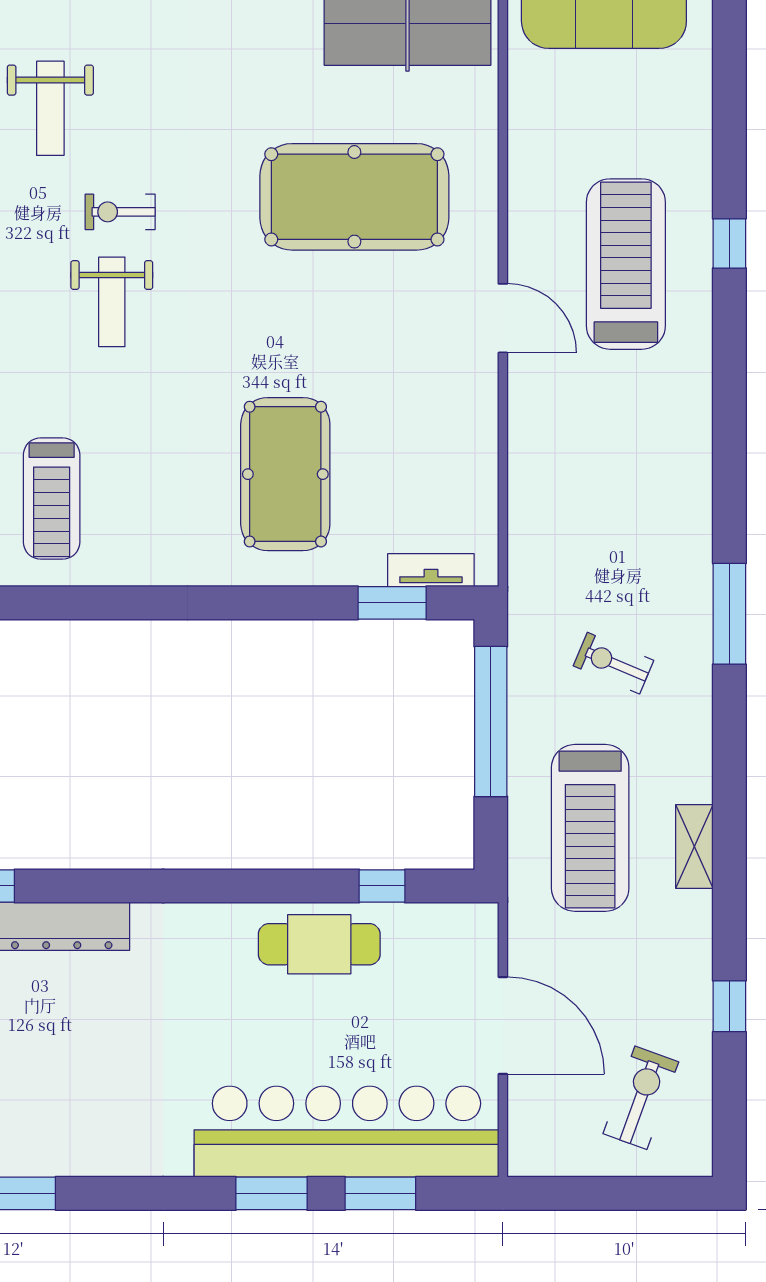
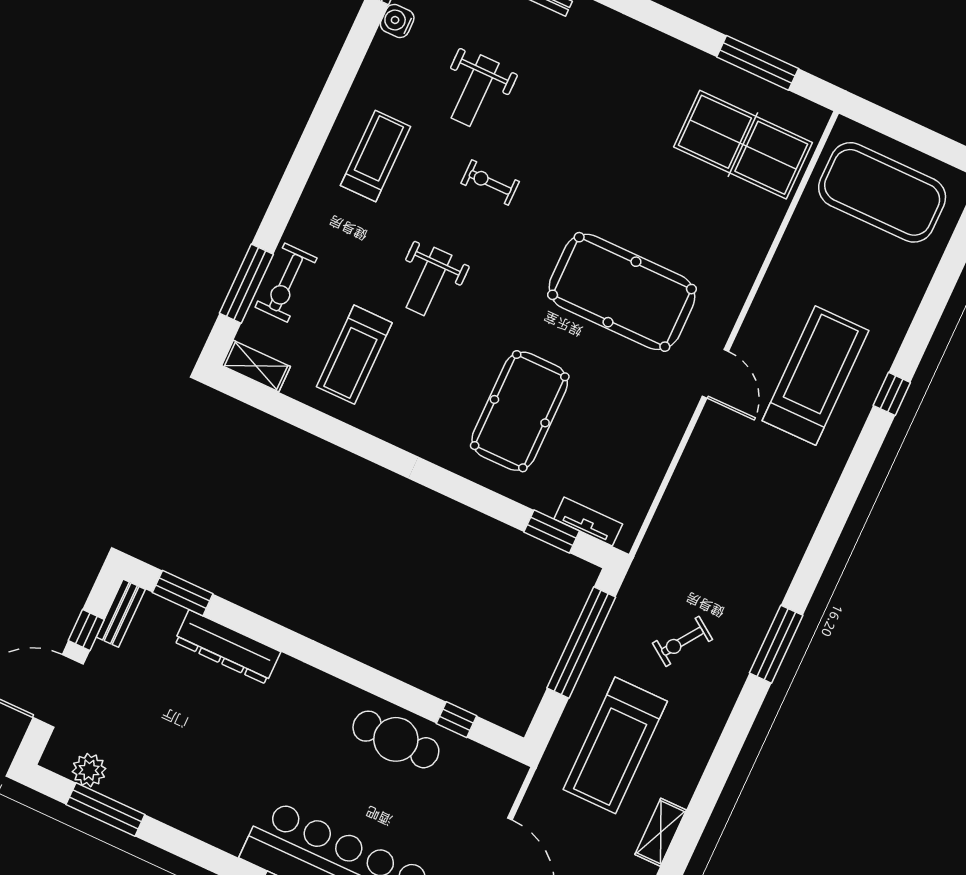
pool table: (354, 197) -> (622, 292), moved
weight bench: (112, 302) -> (429, 281), moved
exercise bike: (613, 663) -> (682, 641), turned -78
shelving: (694, 846) -> (661, 832), moved

